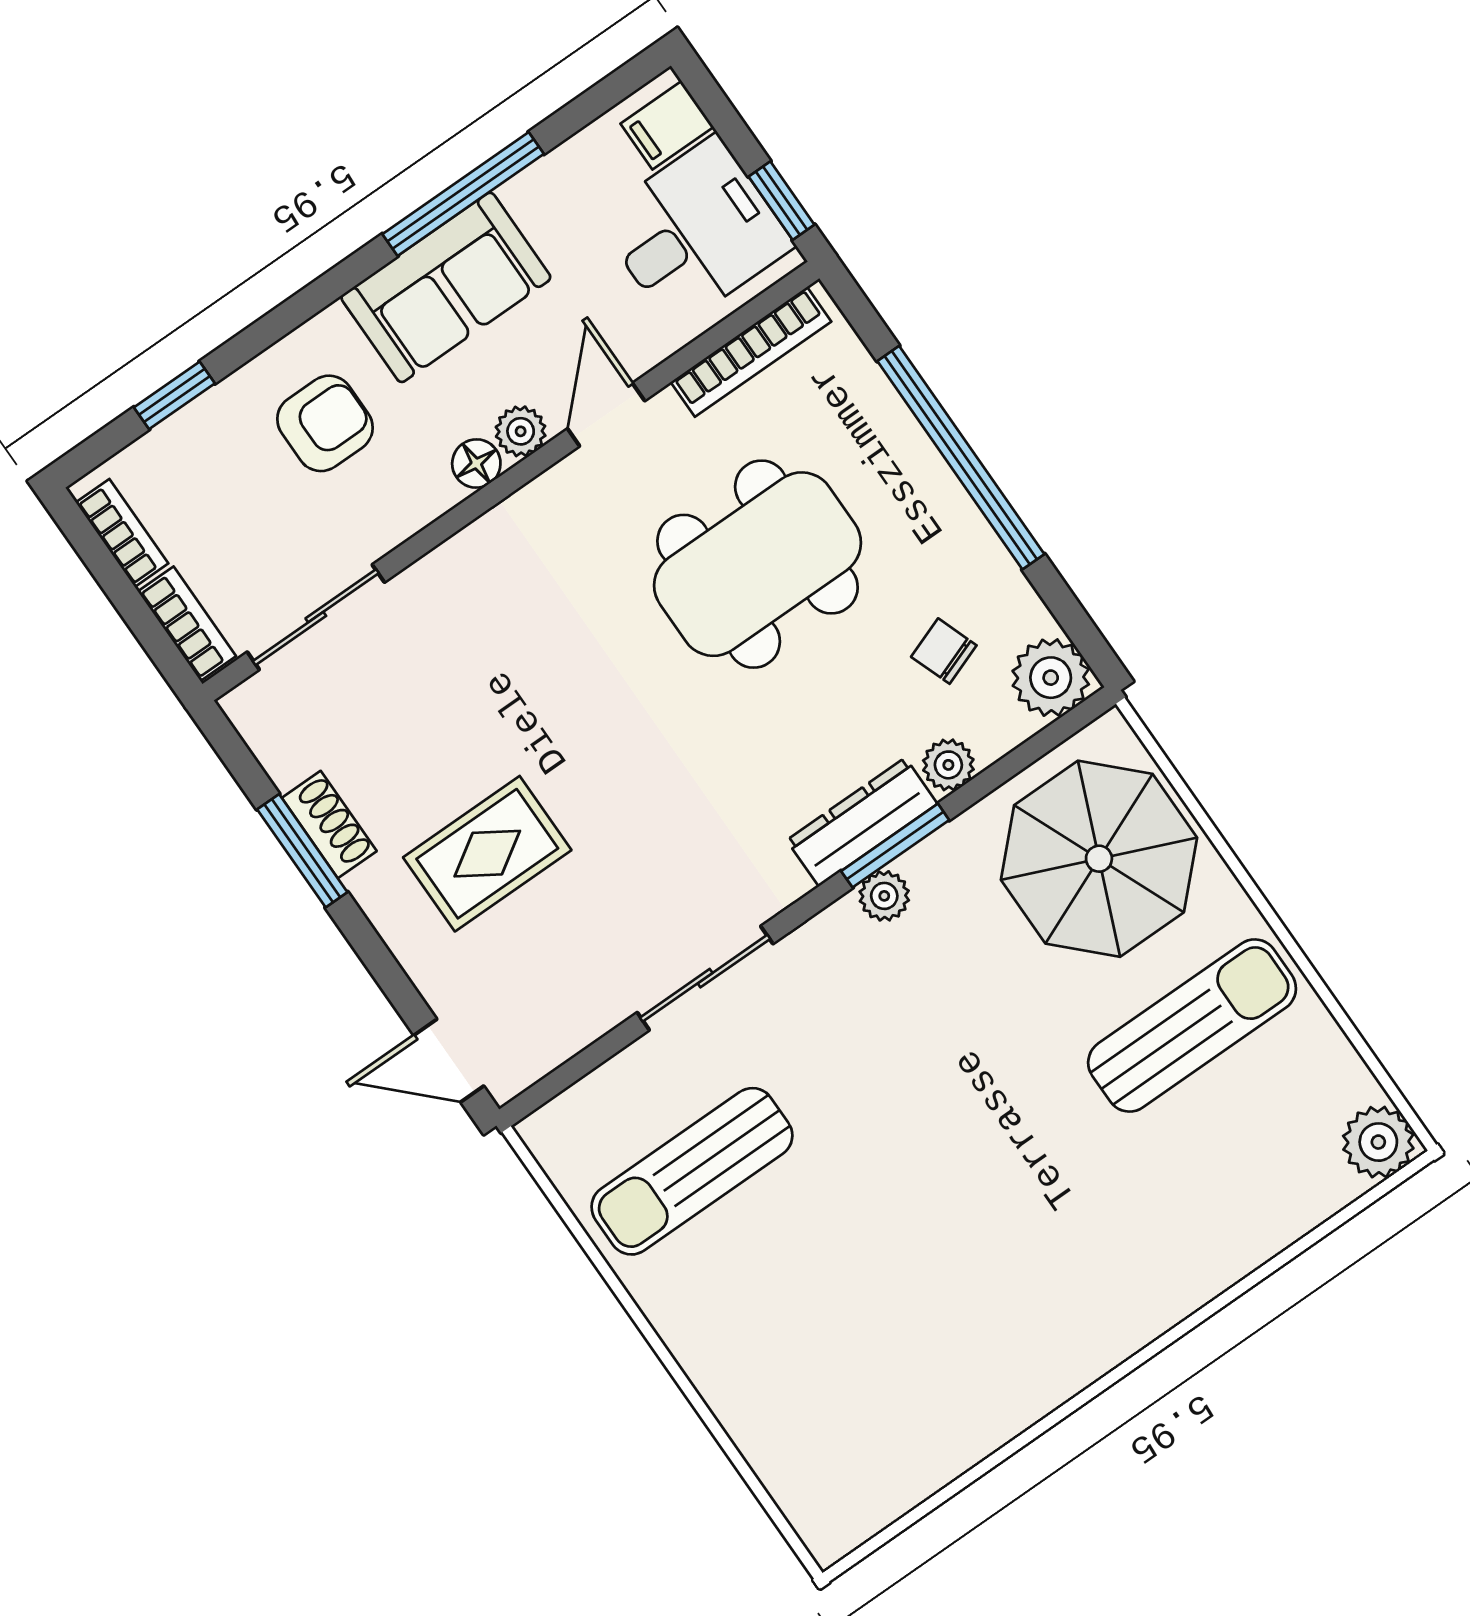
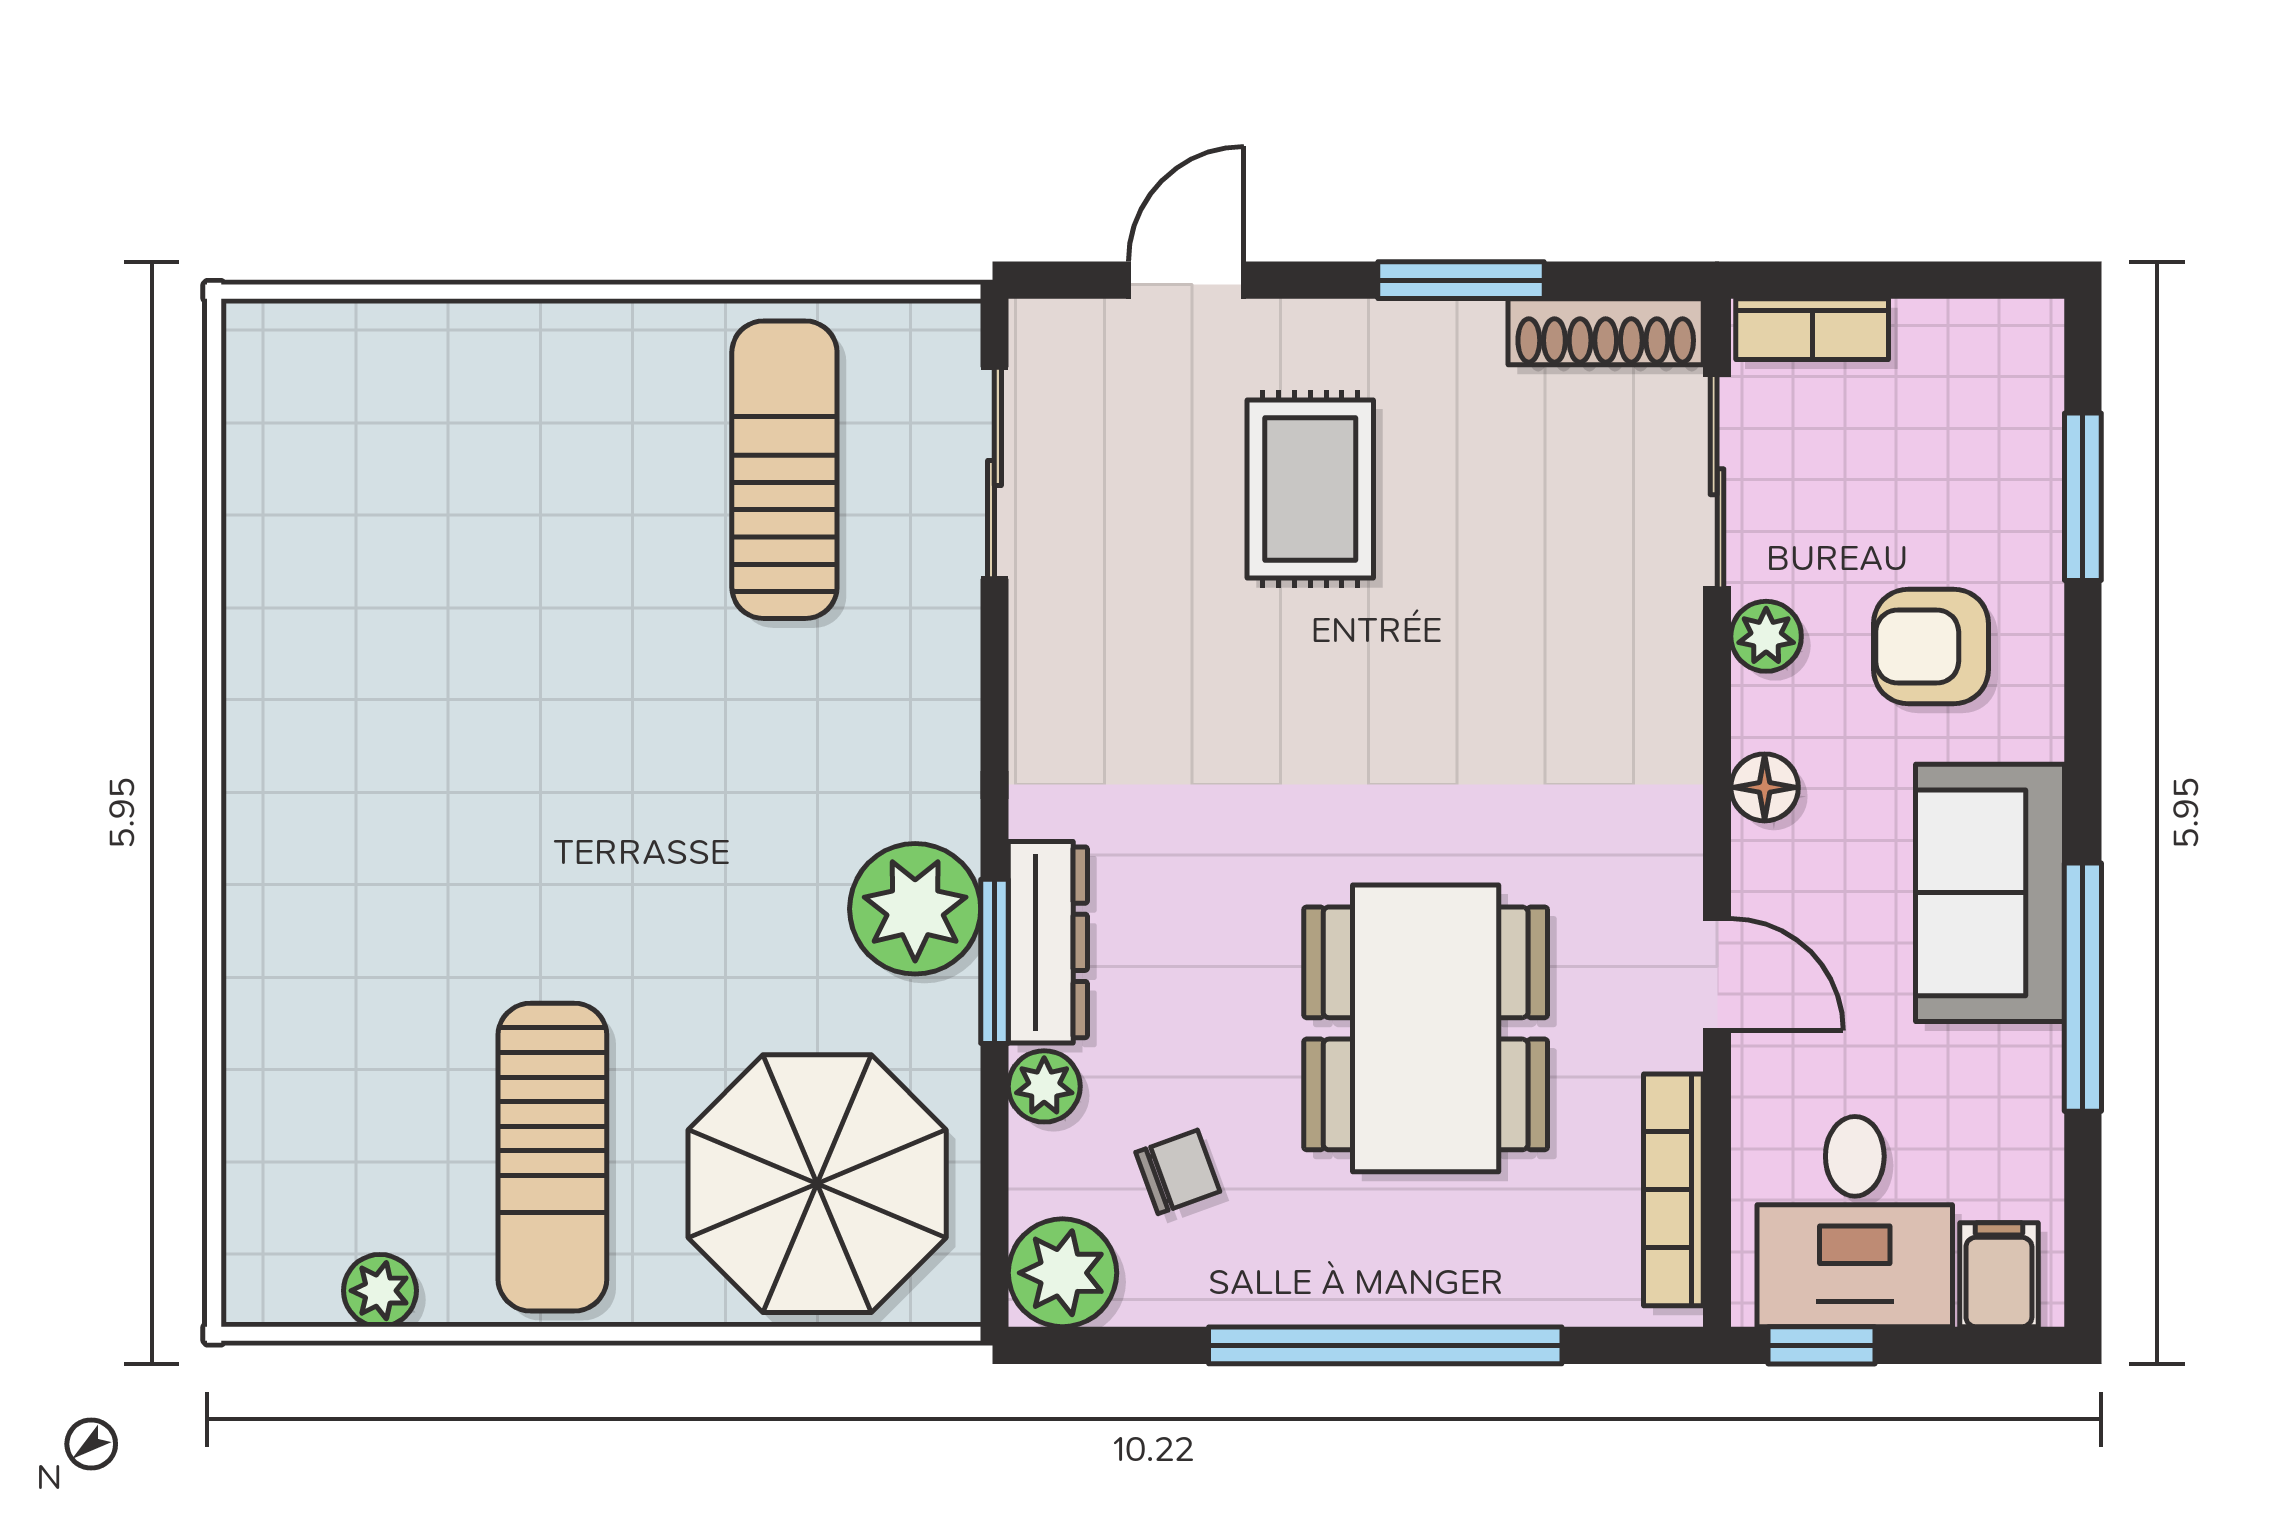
window: (174, 395) -> (2083, 497), width x1.50
armchair: (325, 423) -> (1931, 647), turned 90
plant: (521, 431) -> (1766, 636), moved
bookcase: (122, 533) -> (1968, 327), removed
shoe rack: (329, 824) -> (1606, 332), moved, width x1.43
plant: (884, 896) -> (915, 909), width x1.88, depth x1.88
sliding door: (705, 978) -> (994, 473), moved
door: (449, 1061) -> (1186, 280), moved
plant: (1378, 1142) -> (380, 1291), moved, width x0.73, depth x0.73

